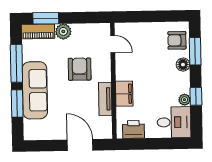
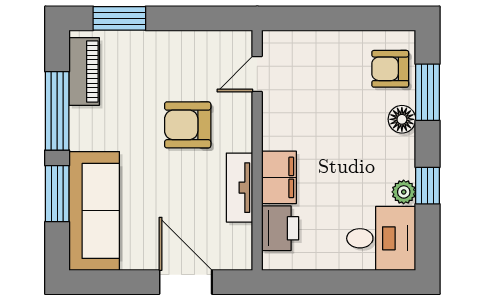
piano: (38, 31) -> (84, 72), moved, turned -90
plant: (63, 31) -> (155, 46), removed
door: (113, 44) -> (257, 74), swing flipped
armchair: (80, 69) -> (188, 125), turned -90
sofa: (35, 90) -> (94, 211), moved
printer: (133, 129) -> (280, 228), moved, turned 90

